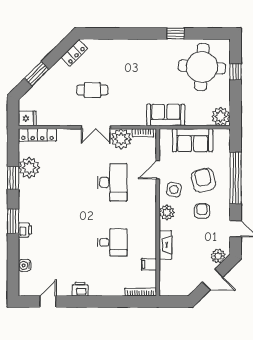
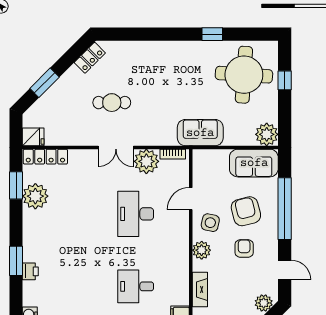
sofa: (193, 140) -> (254, 163), moved
window: (13, 178) -> (16, 185), moved
desk: (112, 182) -> (136, 214), turned 180
desk: (112, 242) -> (136, 286), turned 180

